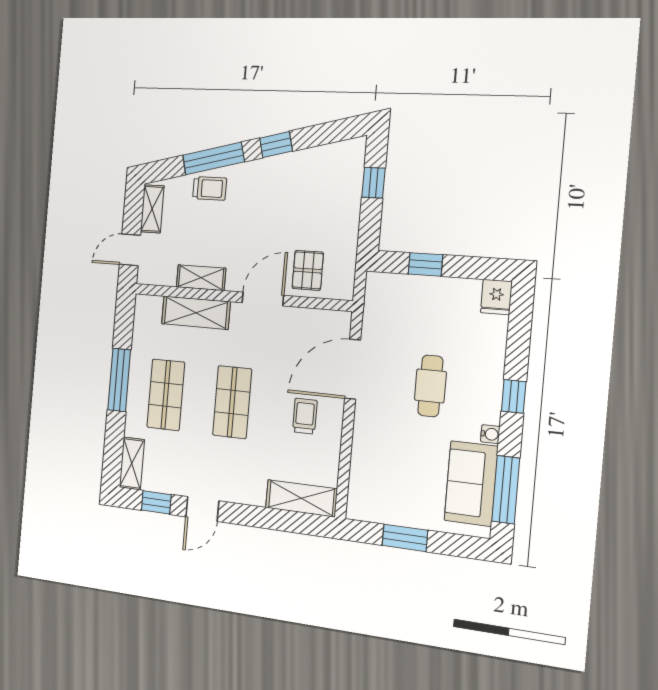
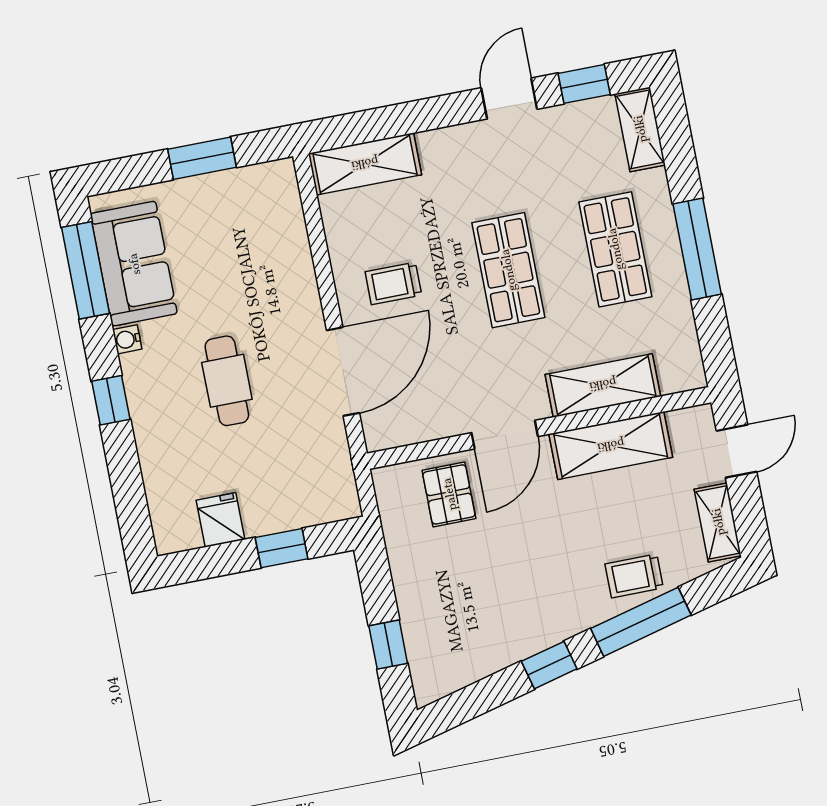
shelving: (201, 278) -> (611, 446), width x1.50, depth x1.33
fridge: (496, 297) -> (220, 520), moved
trolley: (305, 416) -> (393, 283), turned 90

